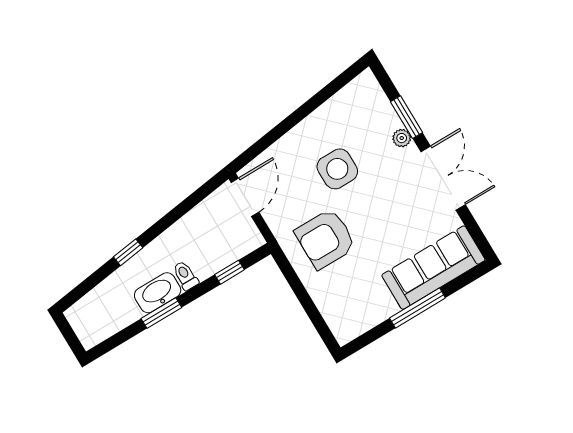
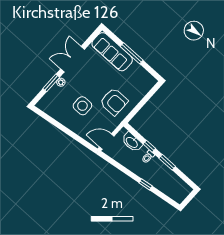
window: (229, 272) -> (149, 146), moved
washbasin: (158, 293) -> (132, 142), moved

